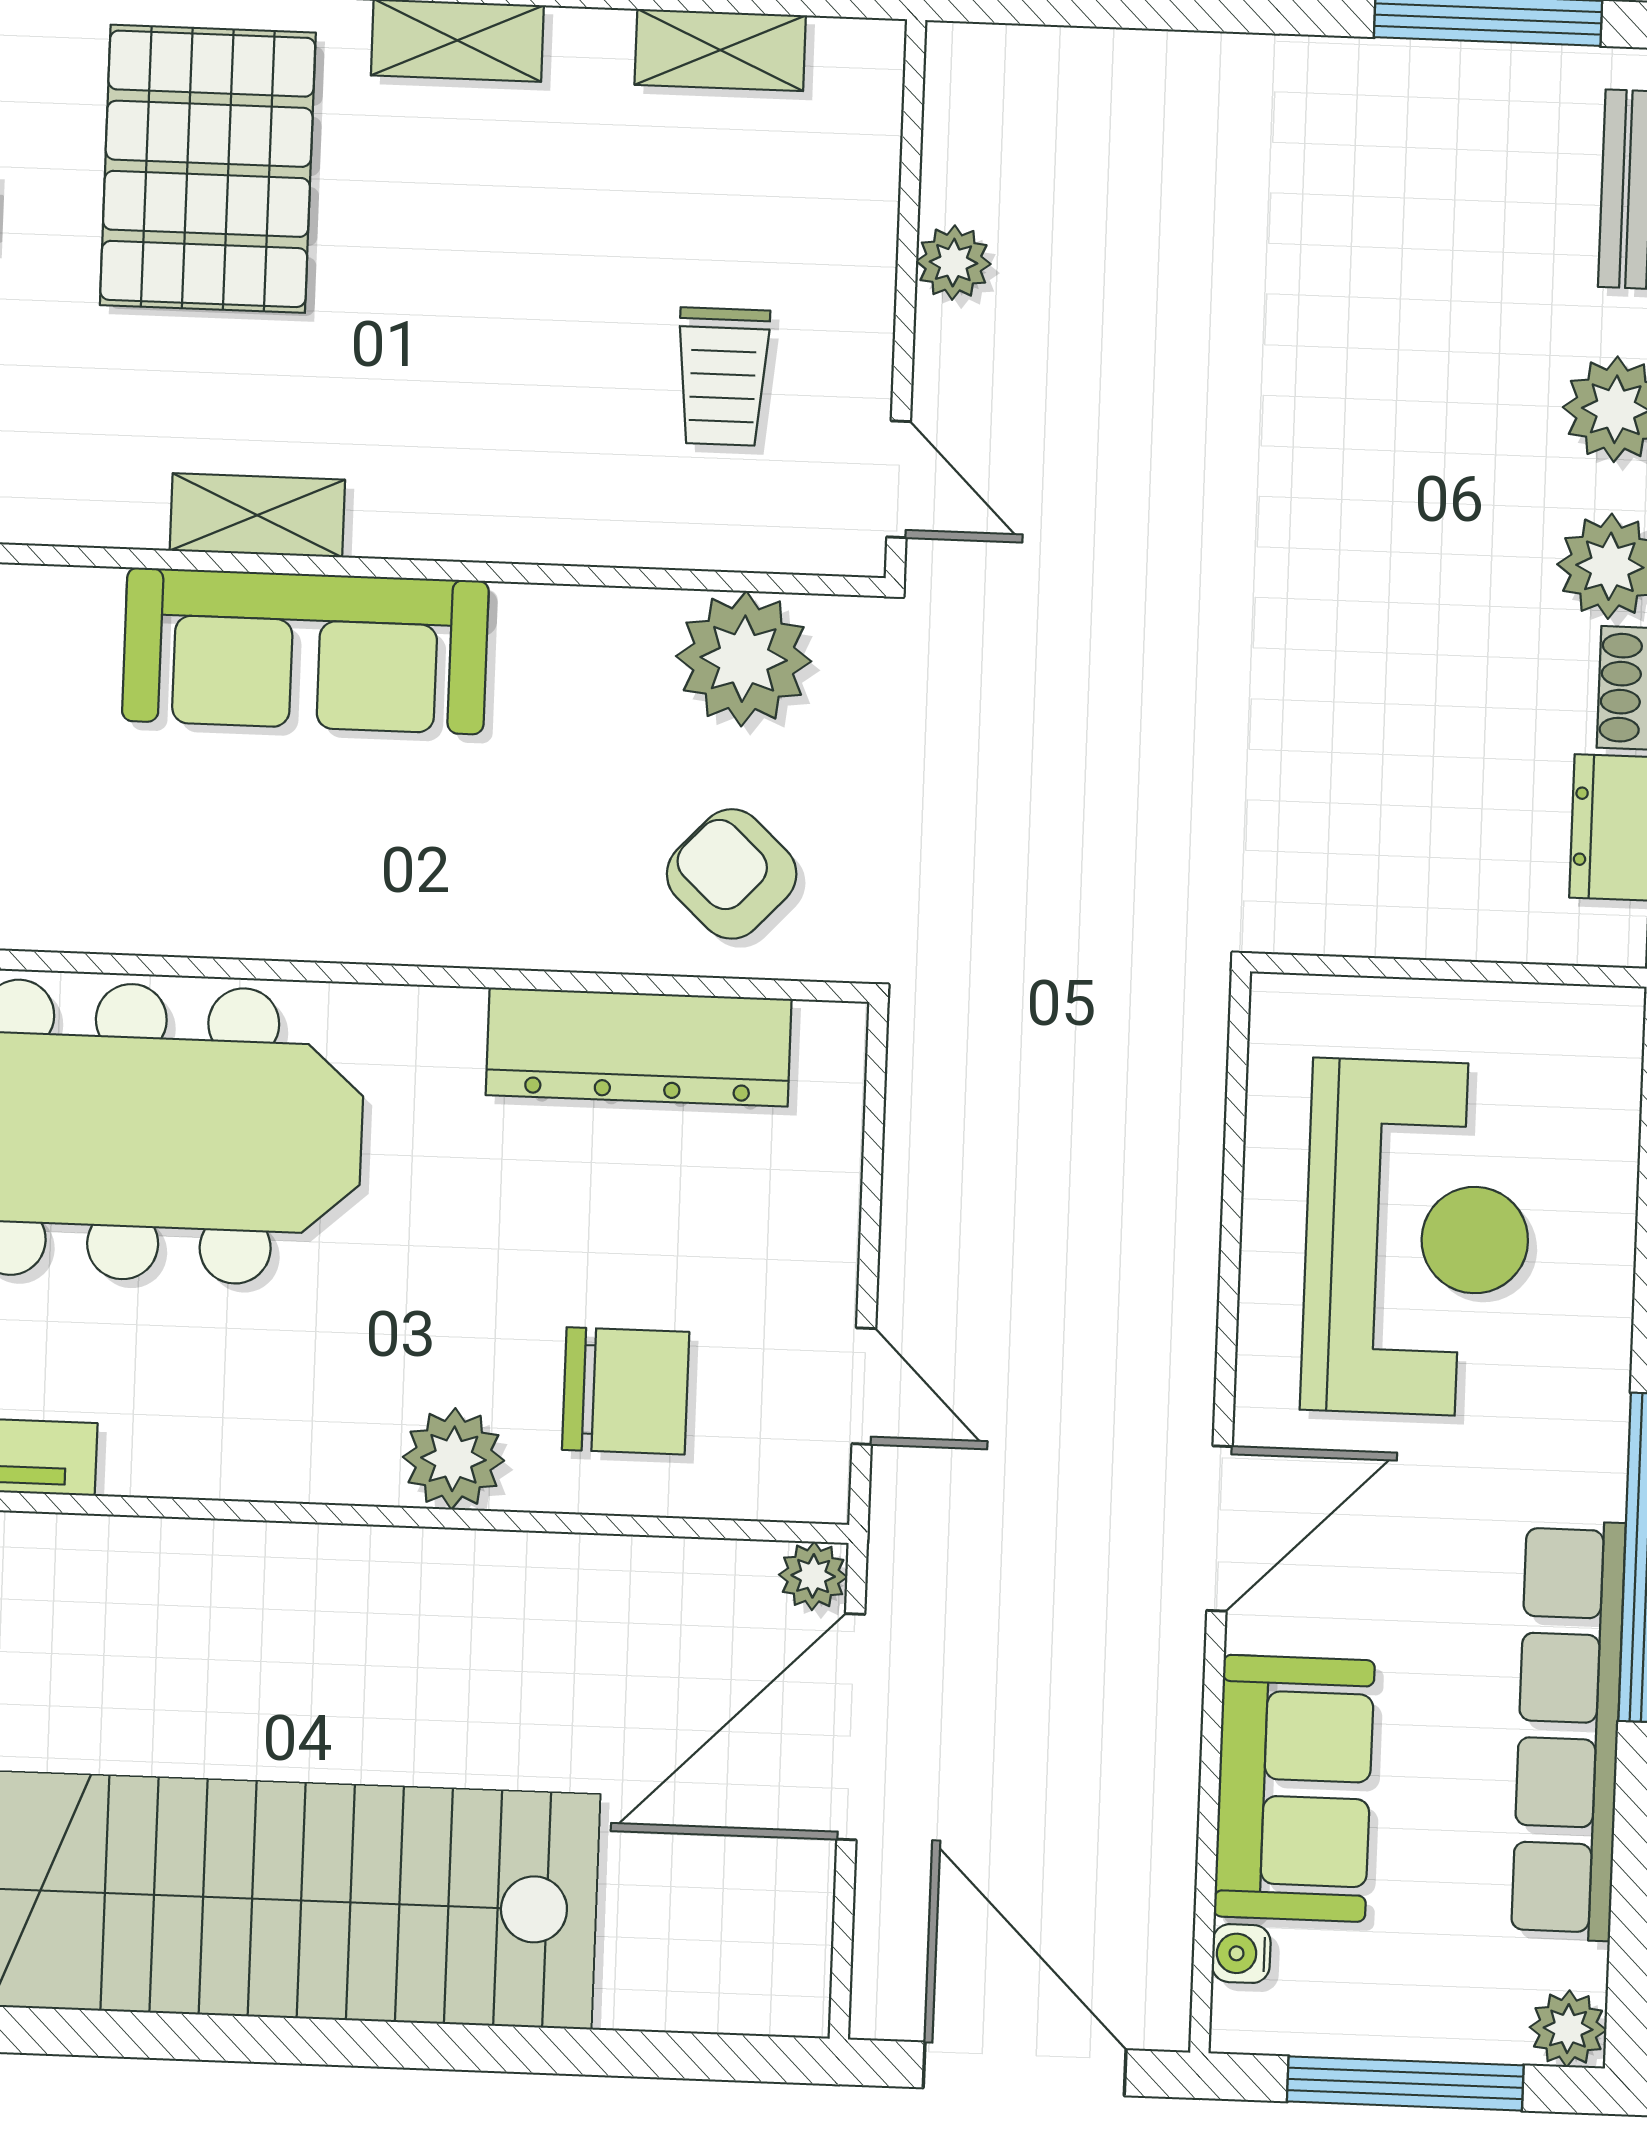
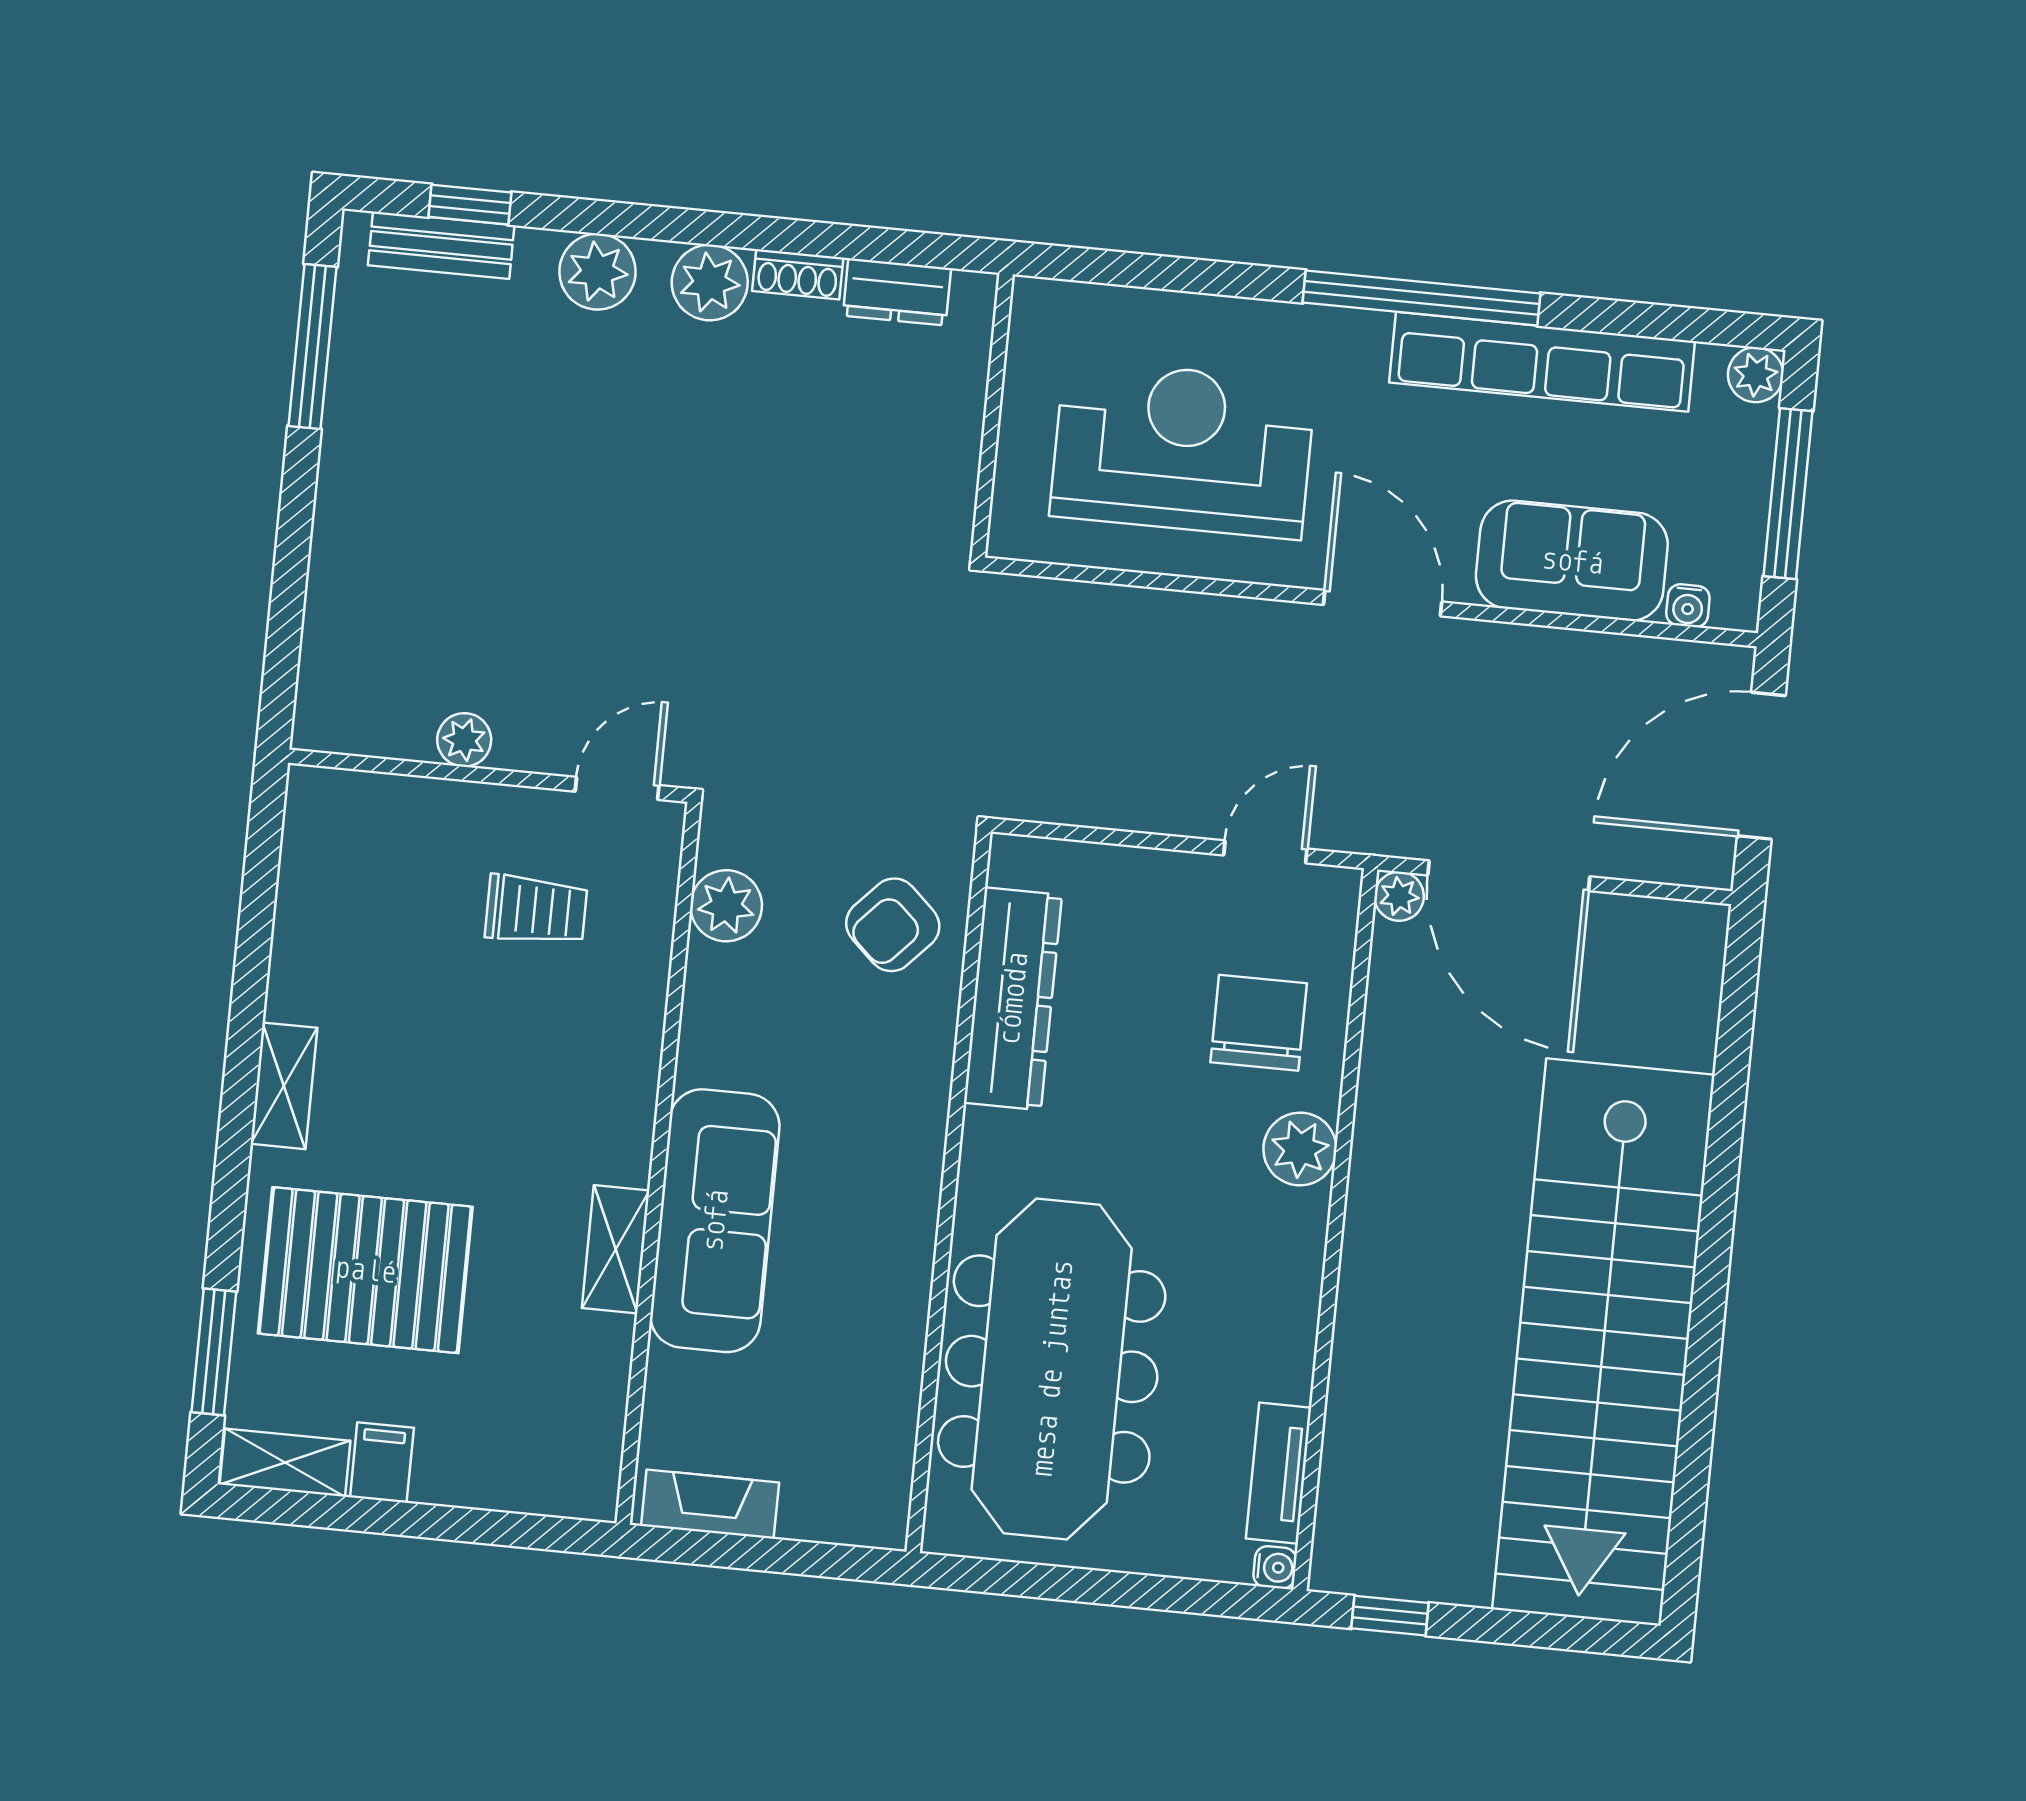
shelving: (720, 50) -> (302, 898), removed
plant: (744, 659) -> (726, 906), width x0.73, depth x0.73

